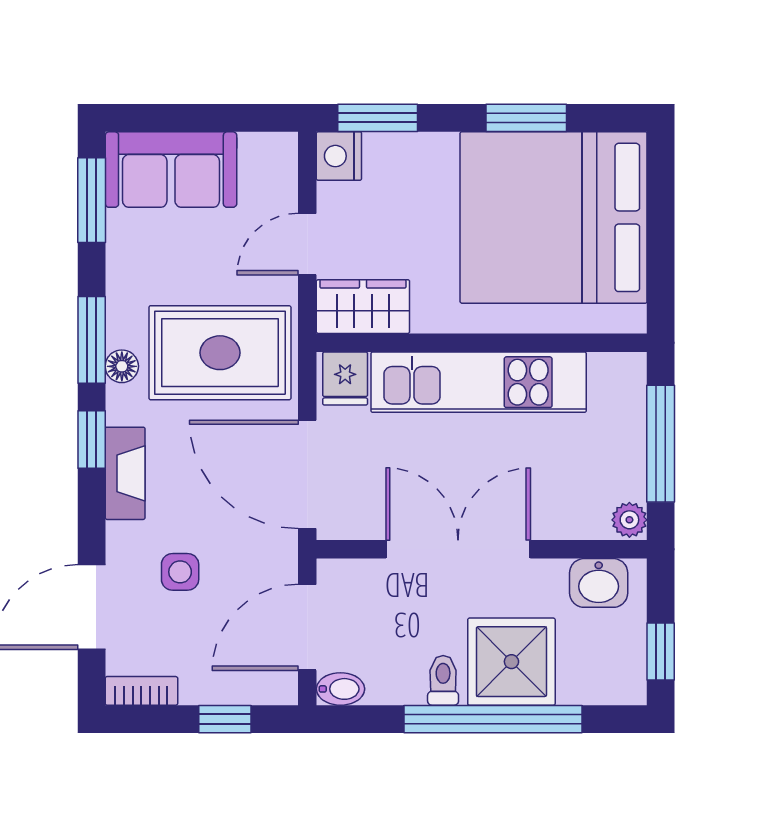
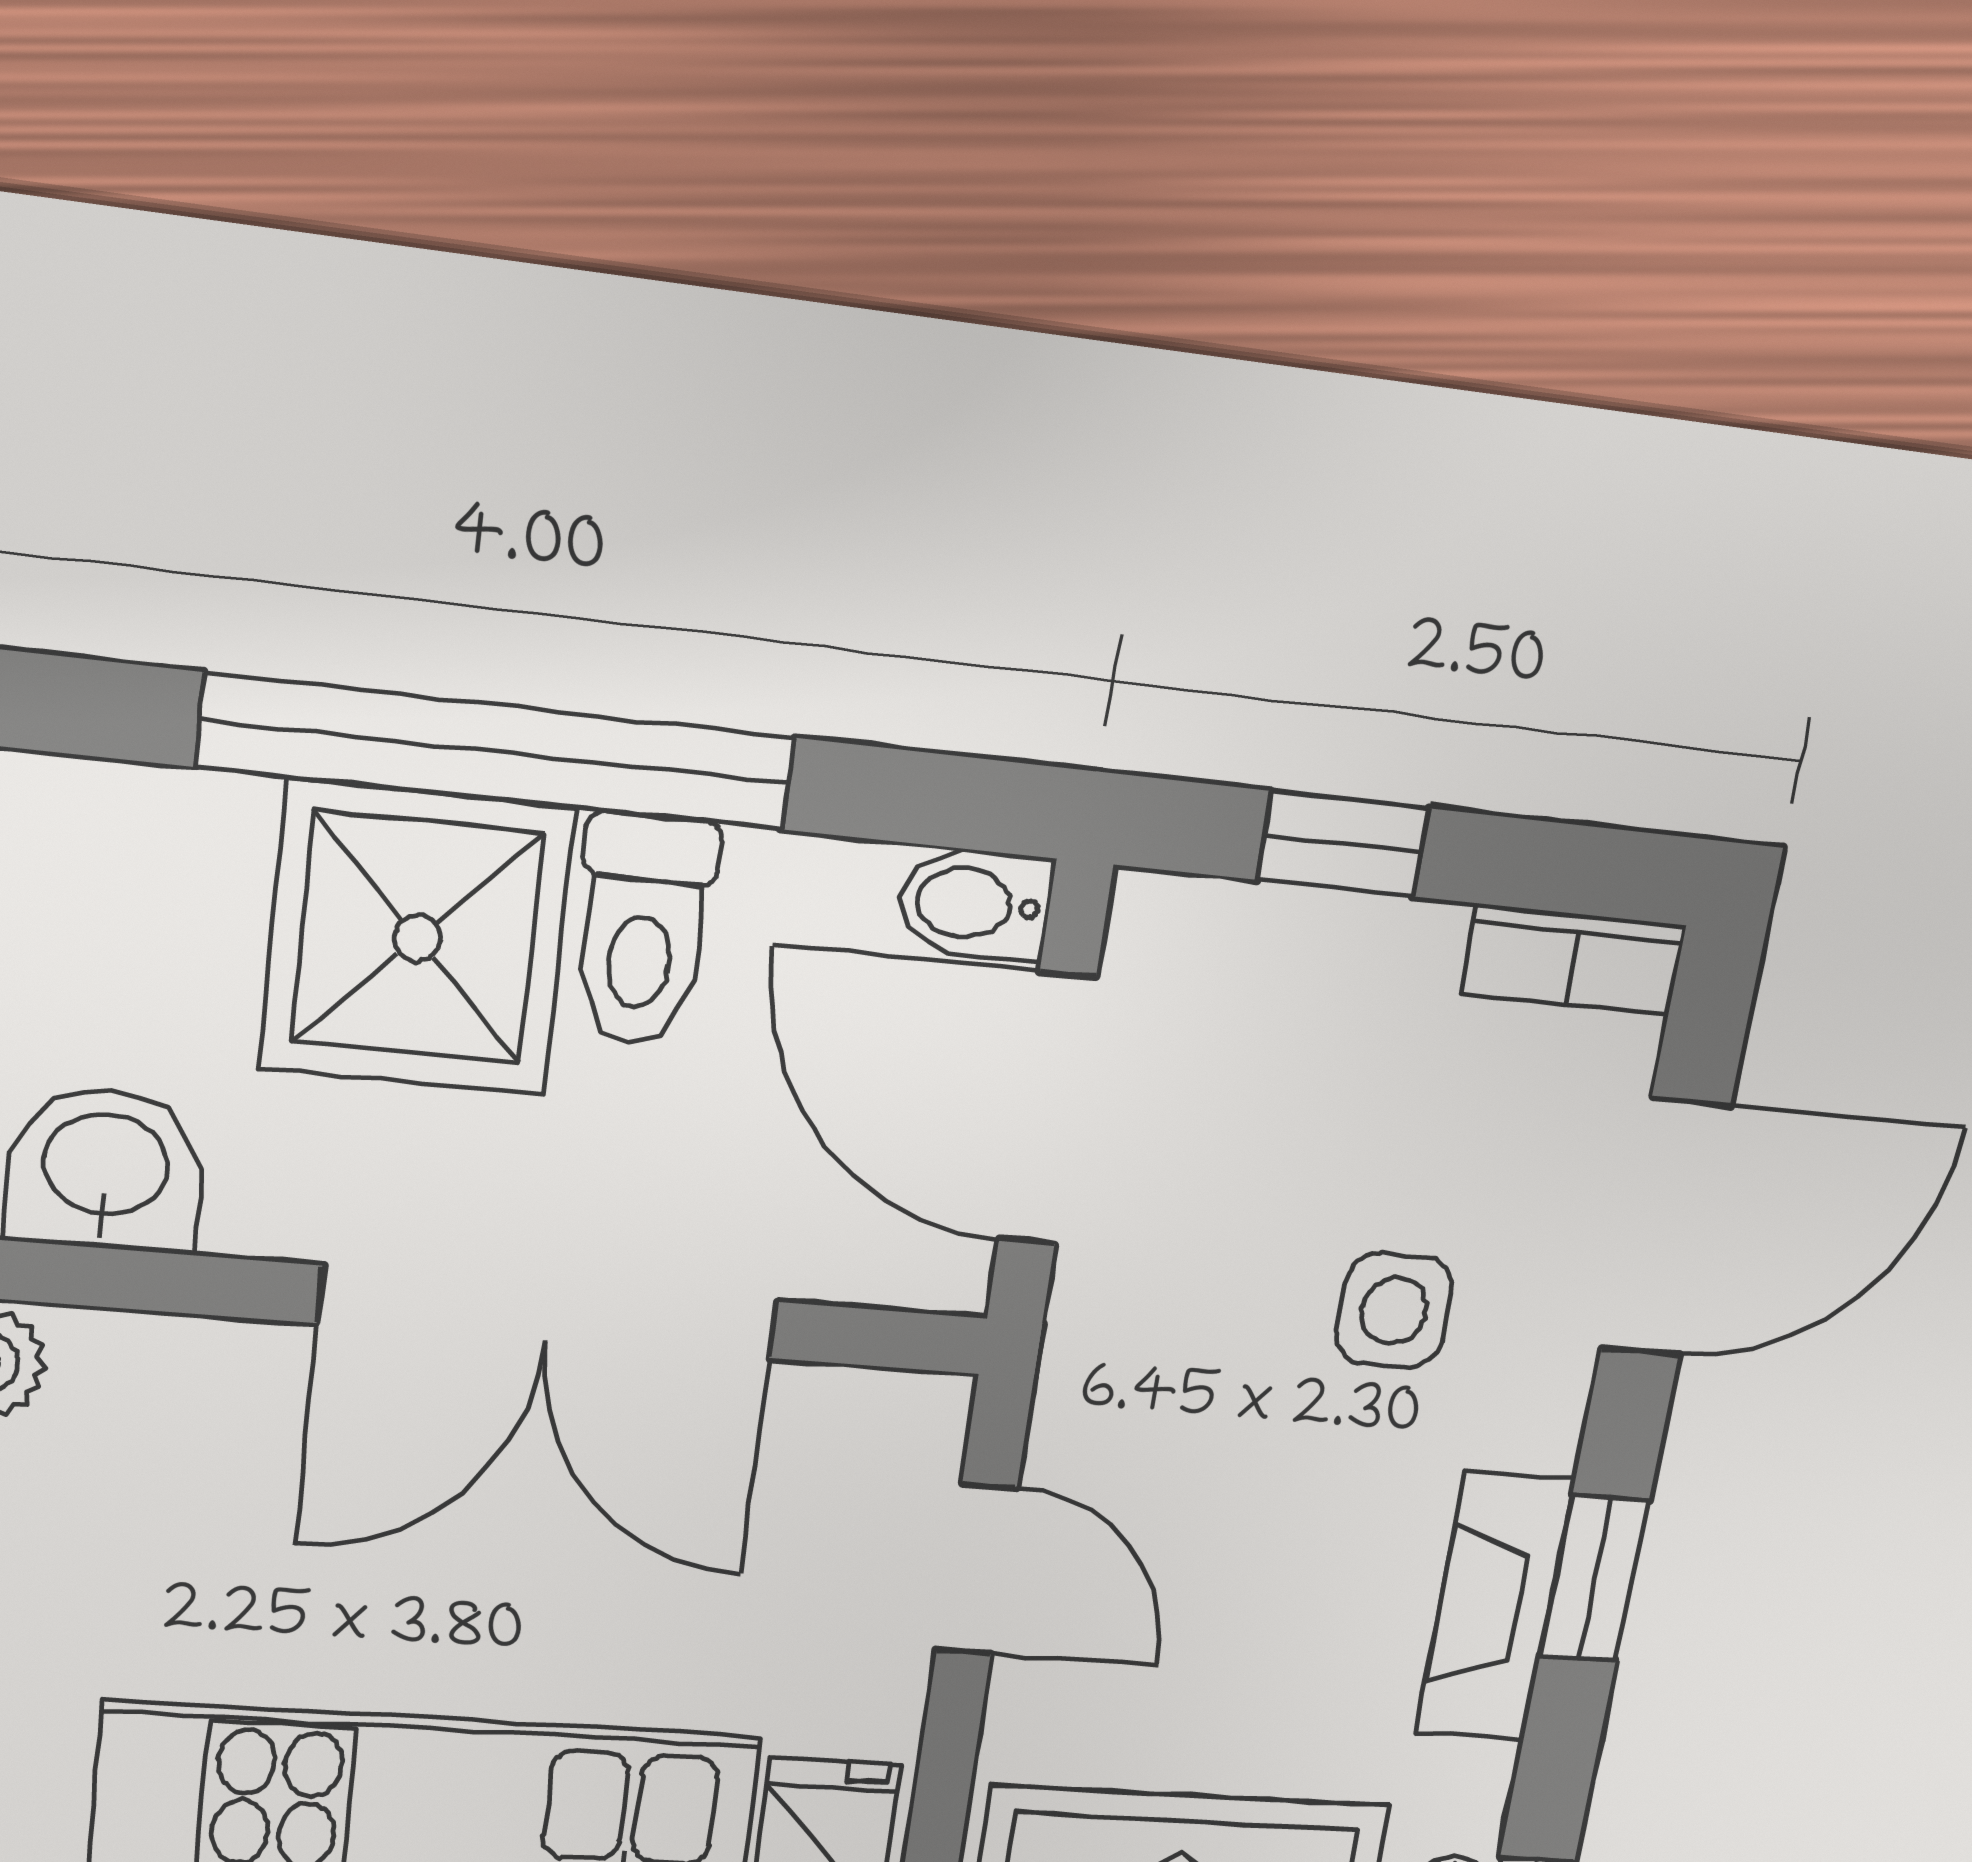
window: (92, 440) -> (1594, 1578), moved
door: (307, 474) -> (976, 1570), width x0.53
door: (307, 627) -> (1047, 1109), swing flipped
toilet: (443, 680) -> (643, 930), width x1.37, depth x1.39

